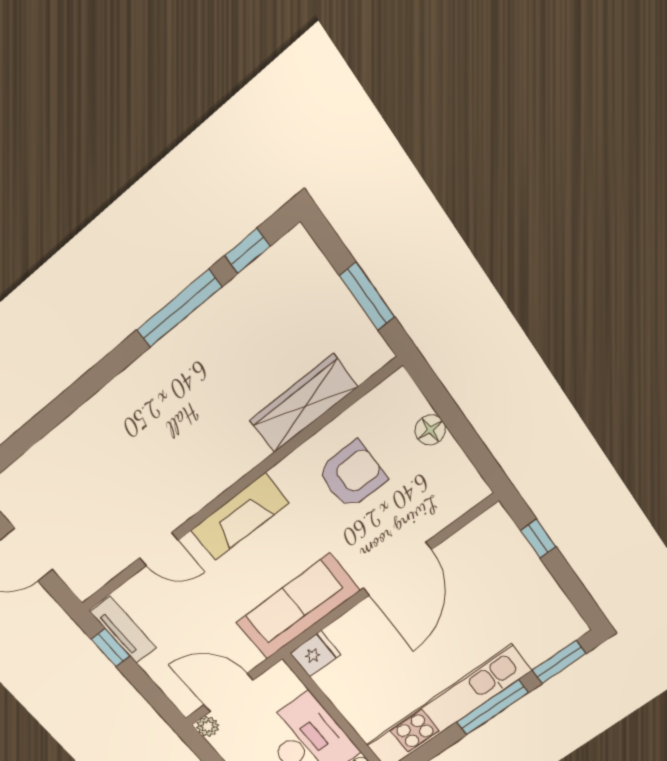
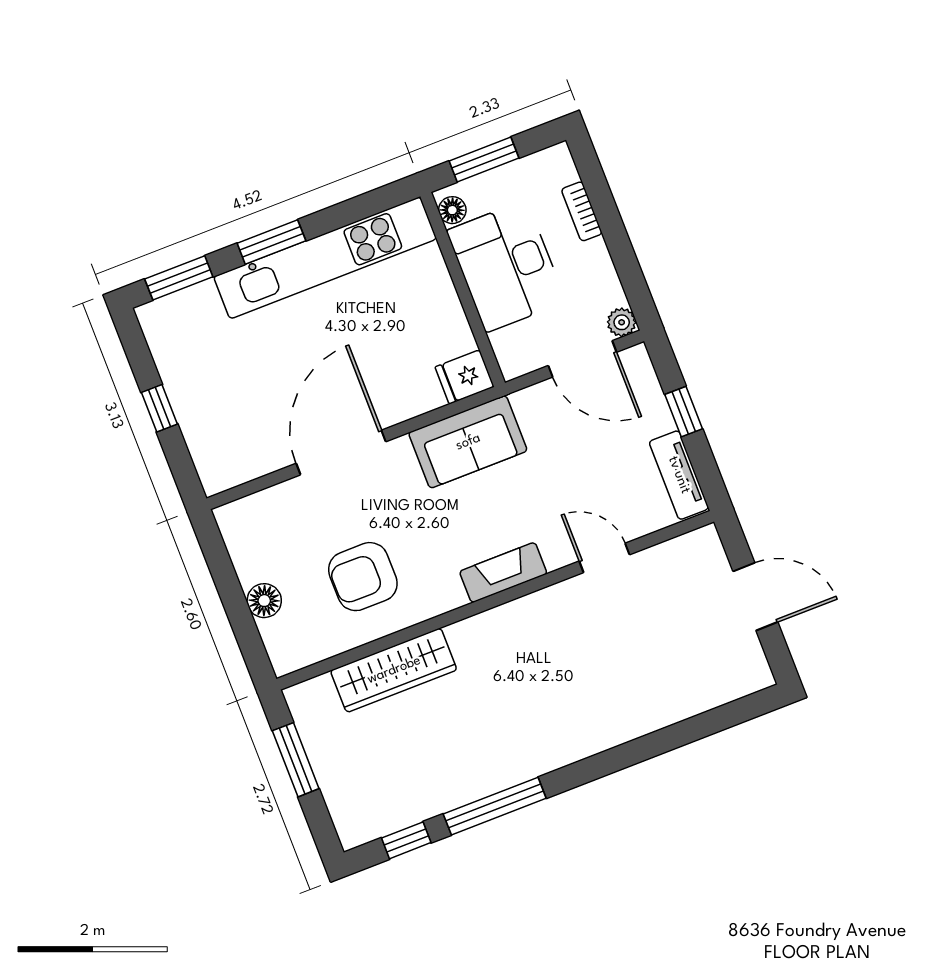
fireplace: (240, 517) -> (503, 573), width x0.73, depth x0.76
window: (538, 538) -> (159, 408), moved
sofa: (298, 607) -> (468, 442), width x0.73
window: (111, 648) -> (684, 412), moved
window: (492, 708) -> (271, 242), width x0.69

